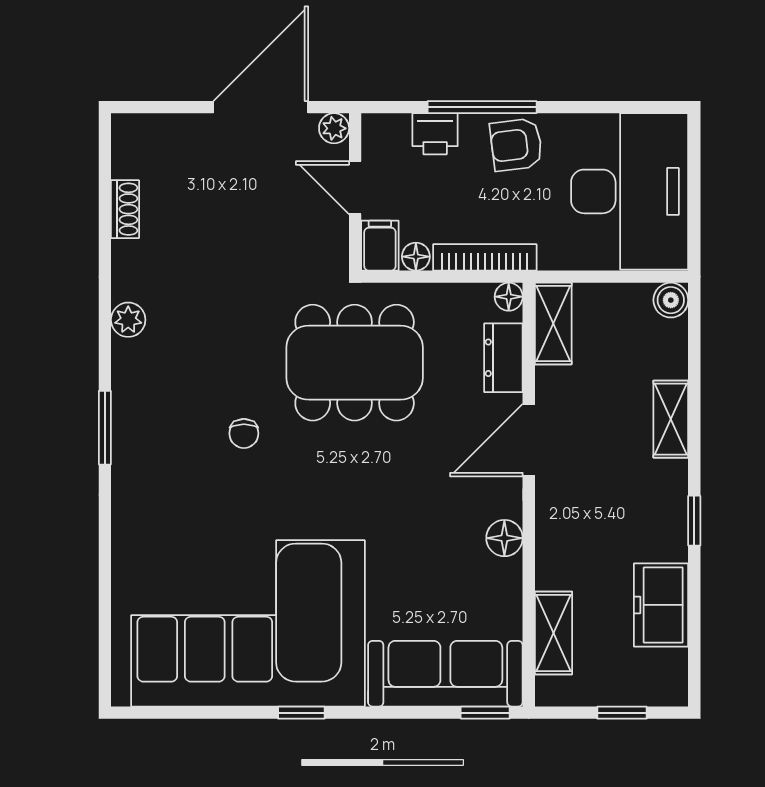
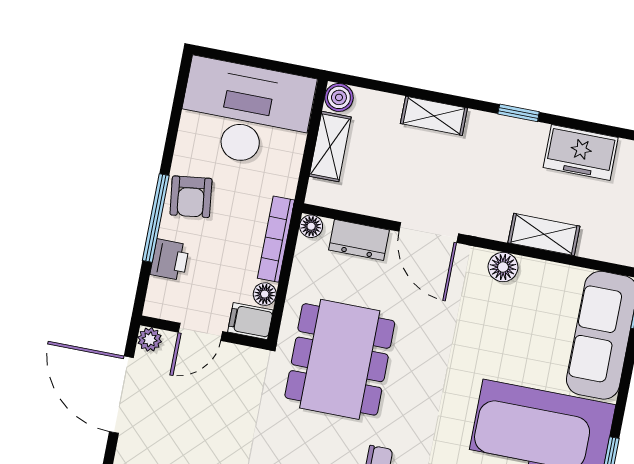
shelving: (553, 324) -> (330, 147), moved, turned 90
shelving: (553, 633) -> (544, 234), moved

